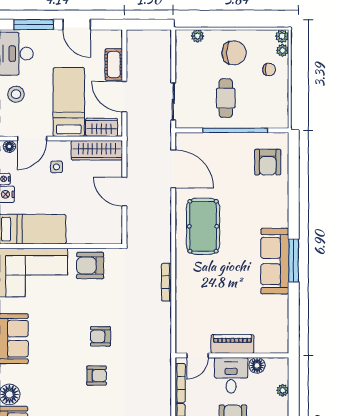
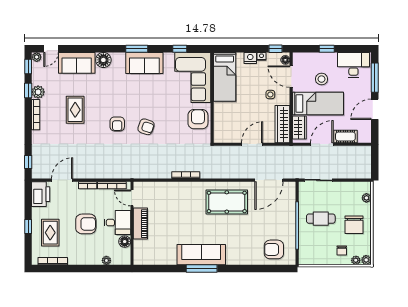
stool: (16, 94) -> (322, 79), moved
armchair: (100, 336) -> (146, 127), turned 108

